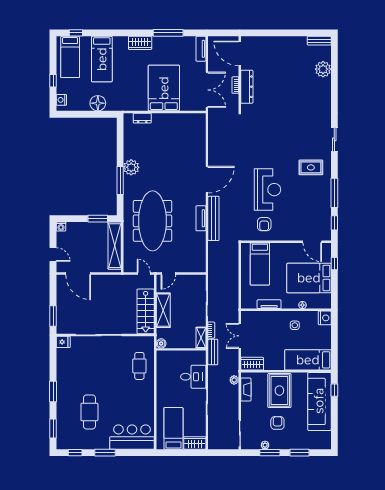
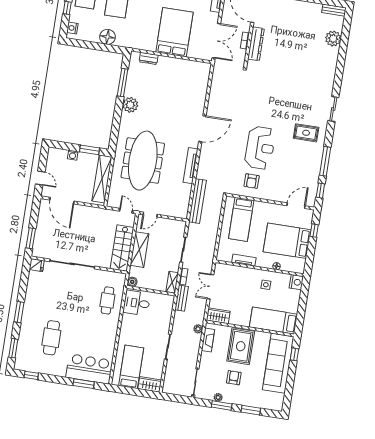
window: (120, 180) -> (123, 83), moved
tv unit: (201, 218) -> (191, 166), width x1.41
bench: (213, 218) -> (198, 201), moved
washing machine: (61, 227) -> (73, 155), moved
door: (312, 242) -> (296, 206), swing flipped
desk: (193, 377) -> (137, 303), moved, turned 180
window: (105, 453) -> (84, 384), moved

